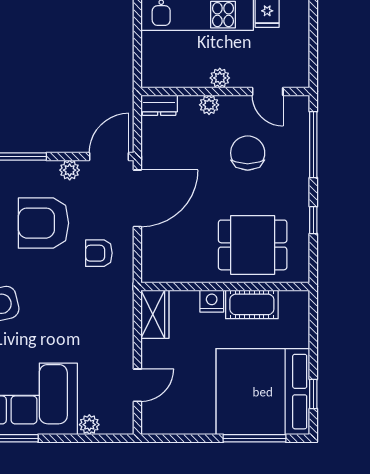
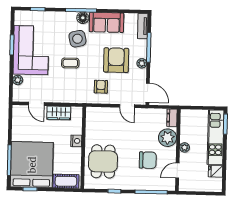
plant: (209, 105) -> (168, 138), width x1.88, depth x1.88
plant: (70, 170) -> (142, 63), moved
door: (137, 198) -> (127, 106), width x0.53
cot: (252, 304) -> (66, 181), moved, turned 90
wardrobe: (155, 314) -> (59, 113), moved
coffee table: (52, 317) -> (70, 63), added

